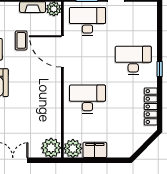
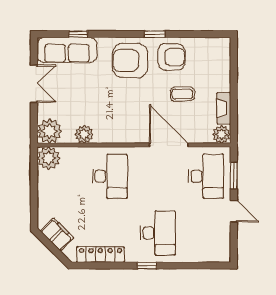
door: (62, 51) -> (169, 145), hinge flipped
plant: (54, 120) -> (84, 134), added
filing cabinet: (95, 150) -> (57, 234), moved, turned -45

